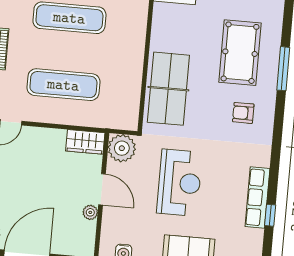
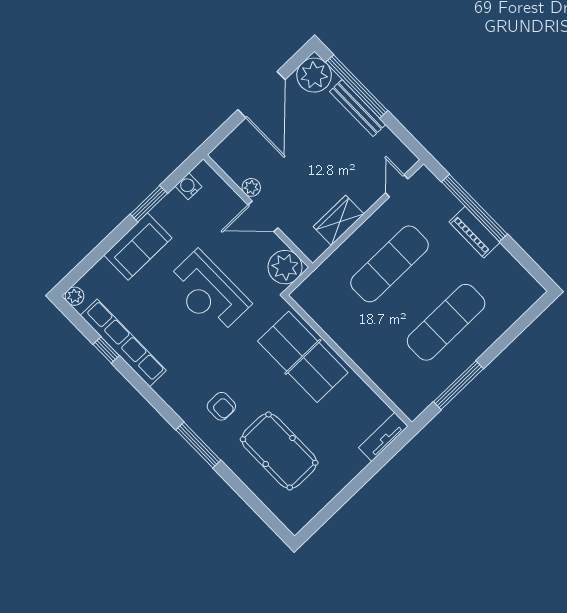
window: (283, 69) -> (198, 445), moved
armchair: (243, 113) -> (221, 406), turned 90
wardrobe: (85, 142) -> (339, 220), moved
row of seats: (257, 197) -> (123, 343), width x1.36

